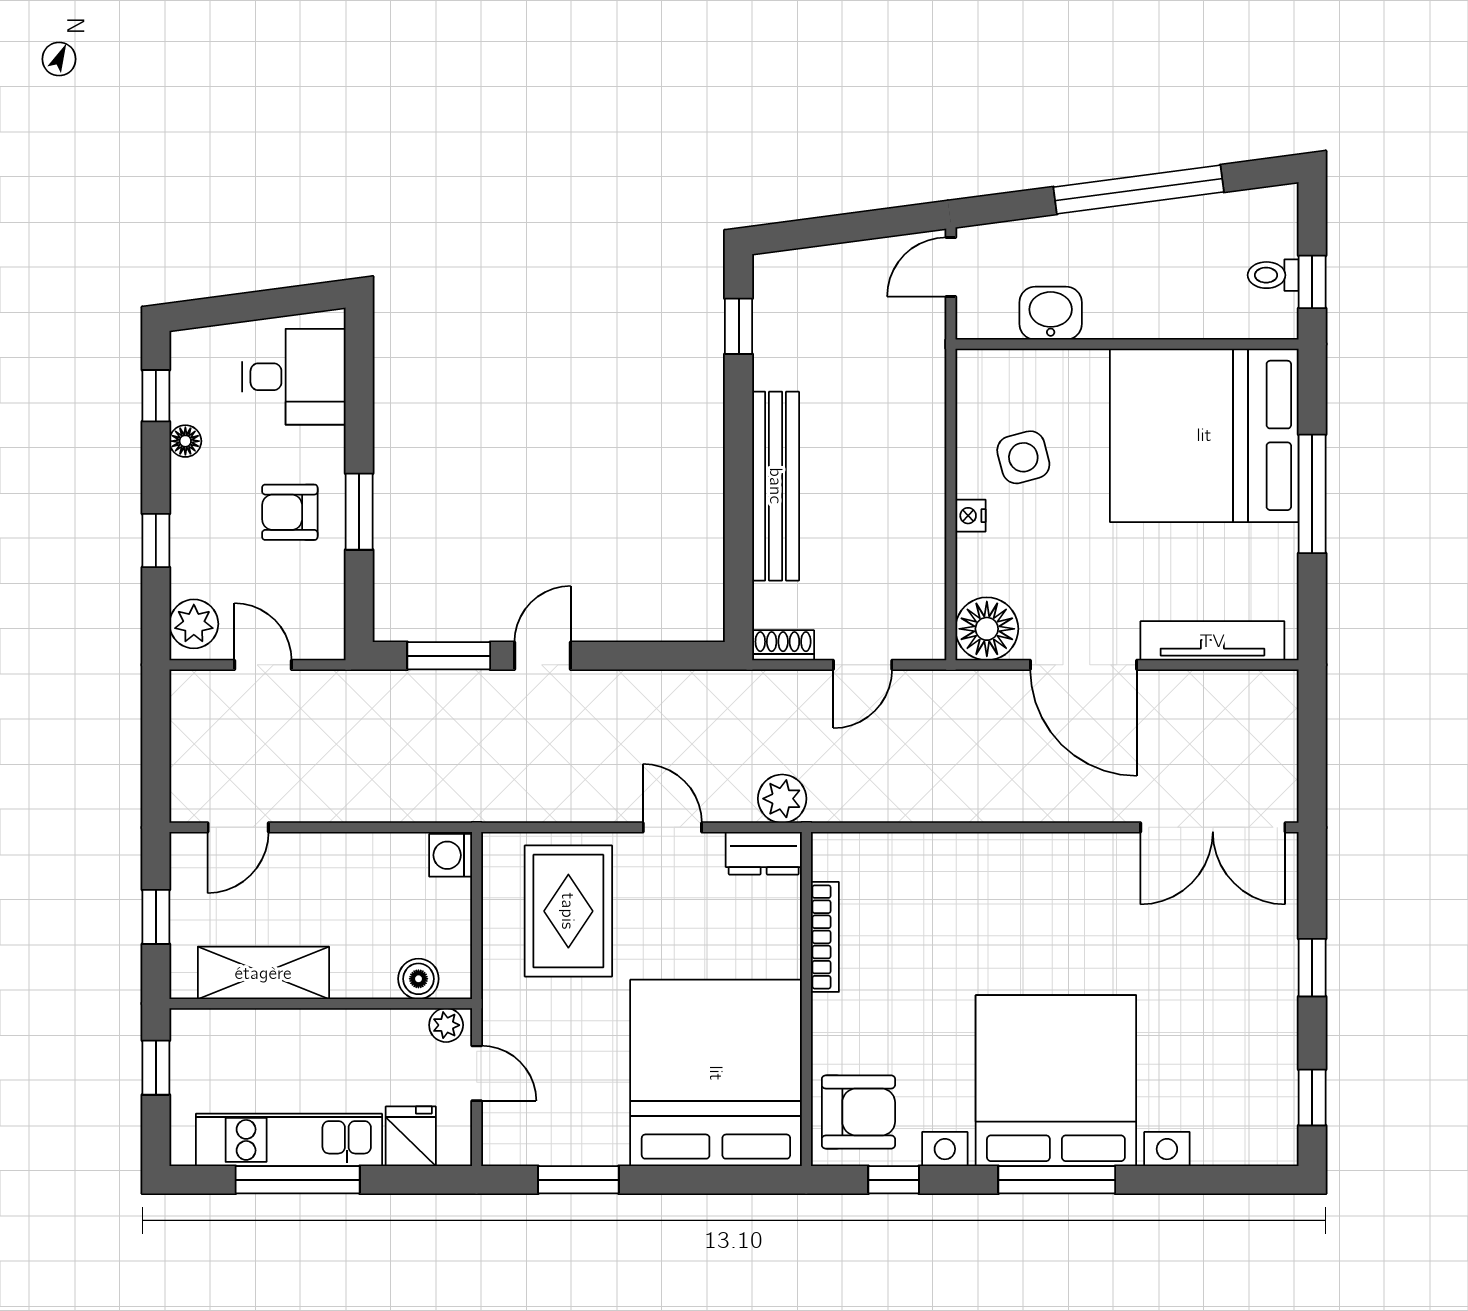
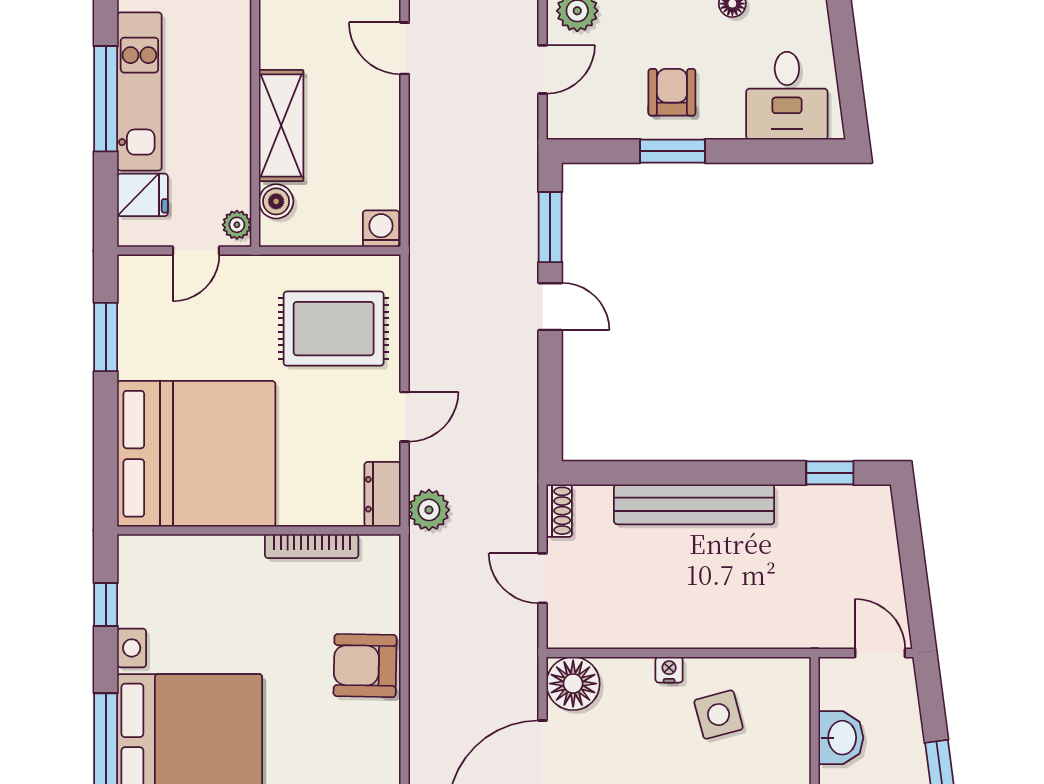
shelving: (263, 973) -> (281, 125), moved
armchair: (858, 1112) -> (365, 666), moved, turned 91

